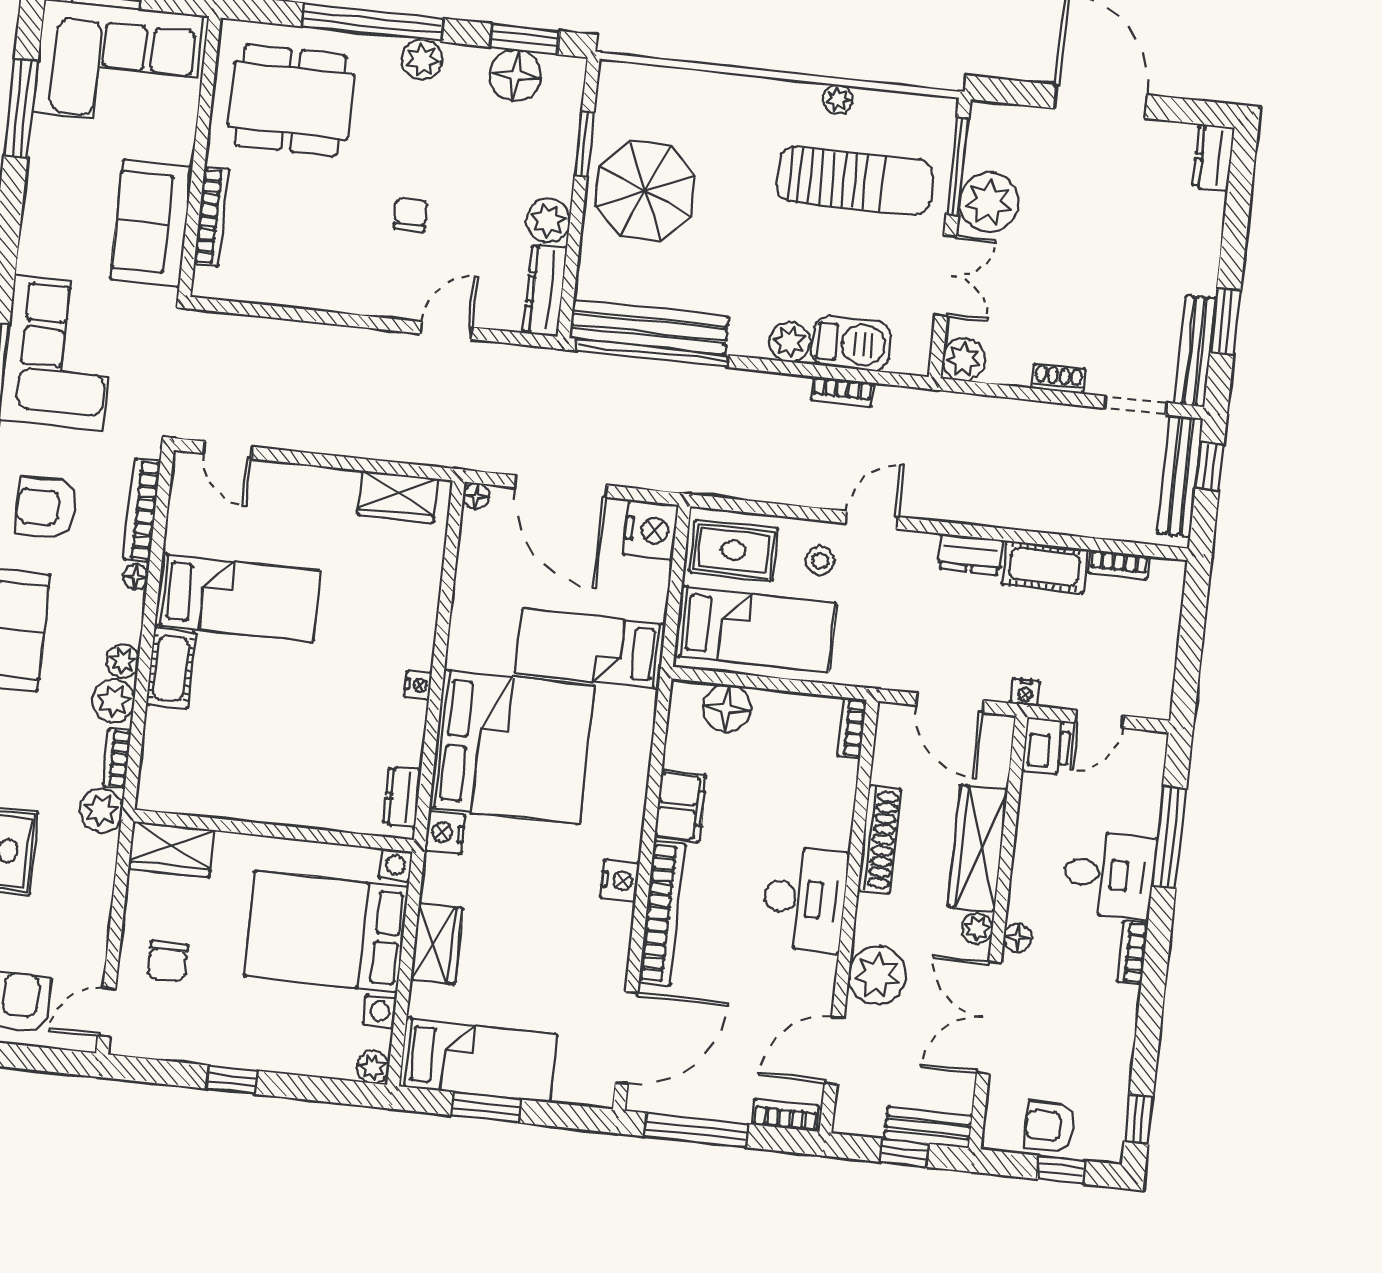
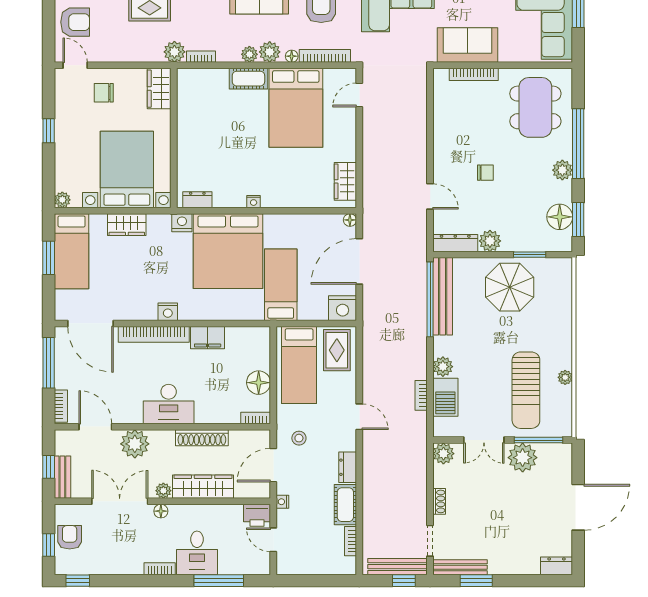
stool: (820, 561) -> (299, 438), moved
bed: (238, 598) -> (296, 108), width x1.50
plant: (113, 701) -> (270, 52), moved
floor lamp: (727, 708) -> (259, 383), moved

